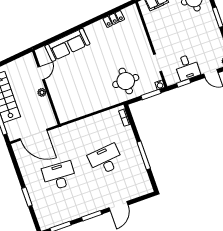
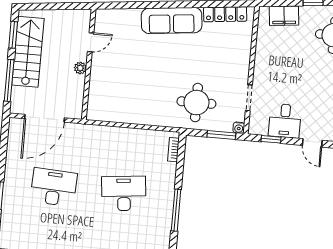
locker: (114, 19) -> (225, 14), width x1.53
sofa: (67, 45) -> (172, 20), moved
door: (34, 135) -> (44, 118), hinge flipped

